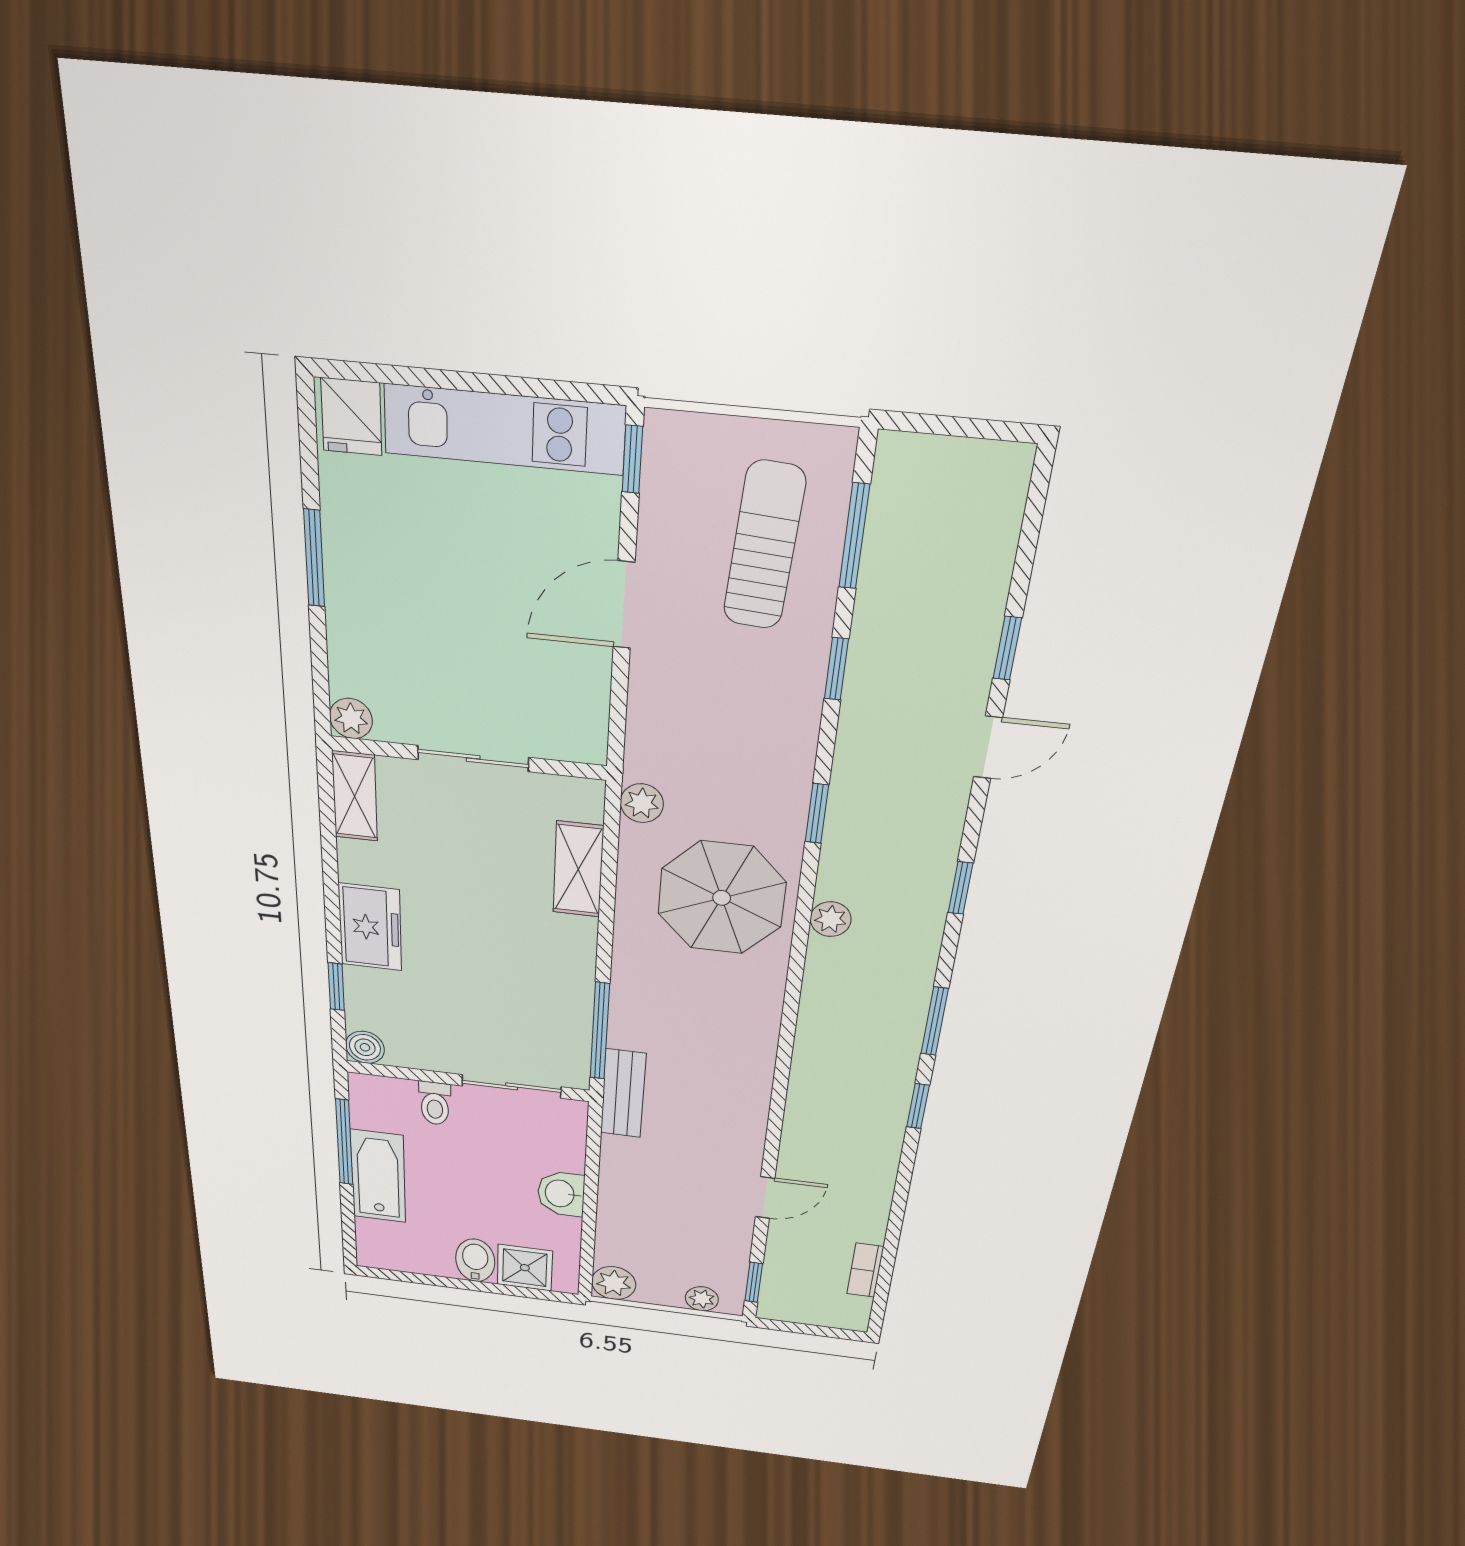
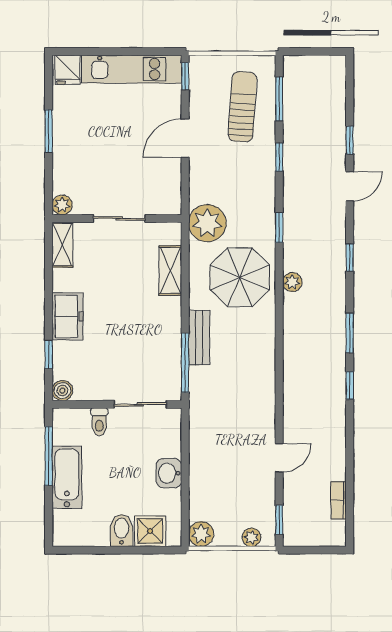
plant: (642, 803) -> (207, 223), width x1.87, depth x1.87
bench: (623, 1094) -> (199, 338), moved

